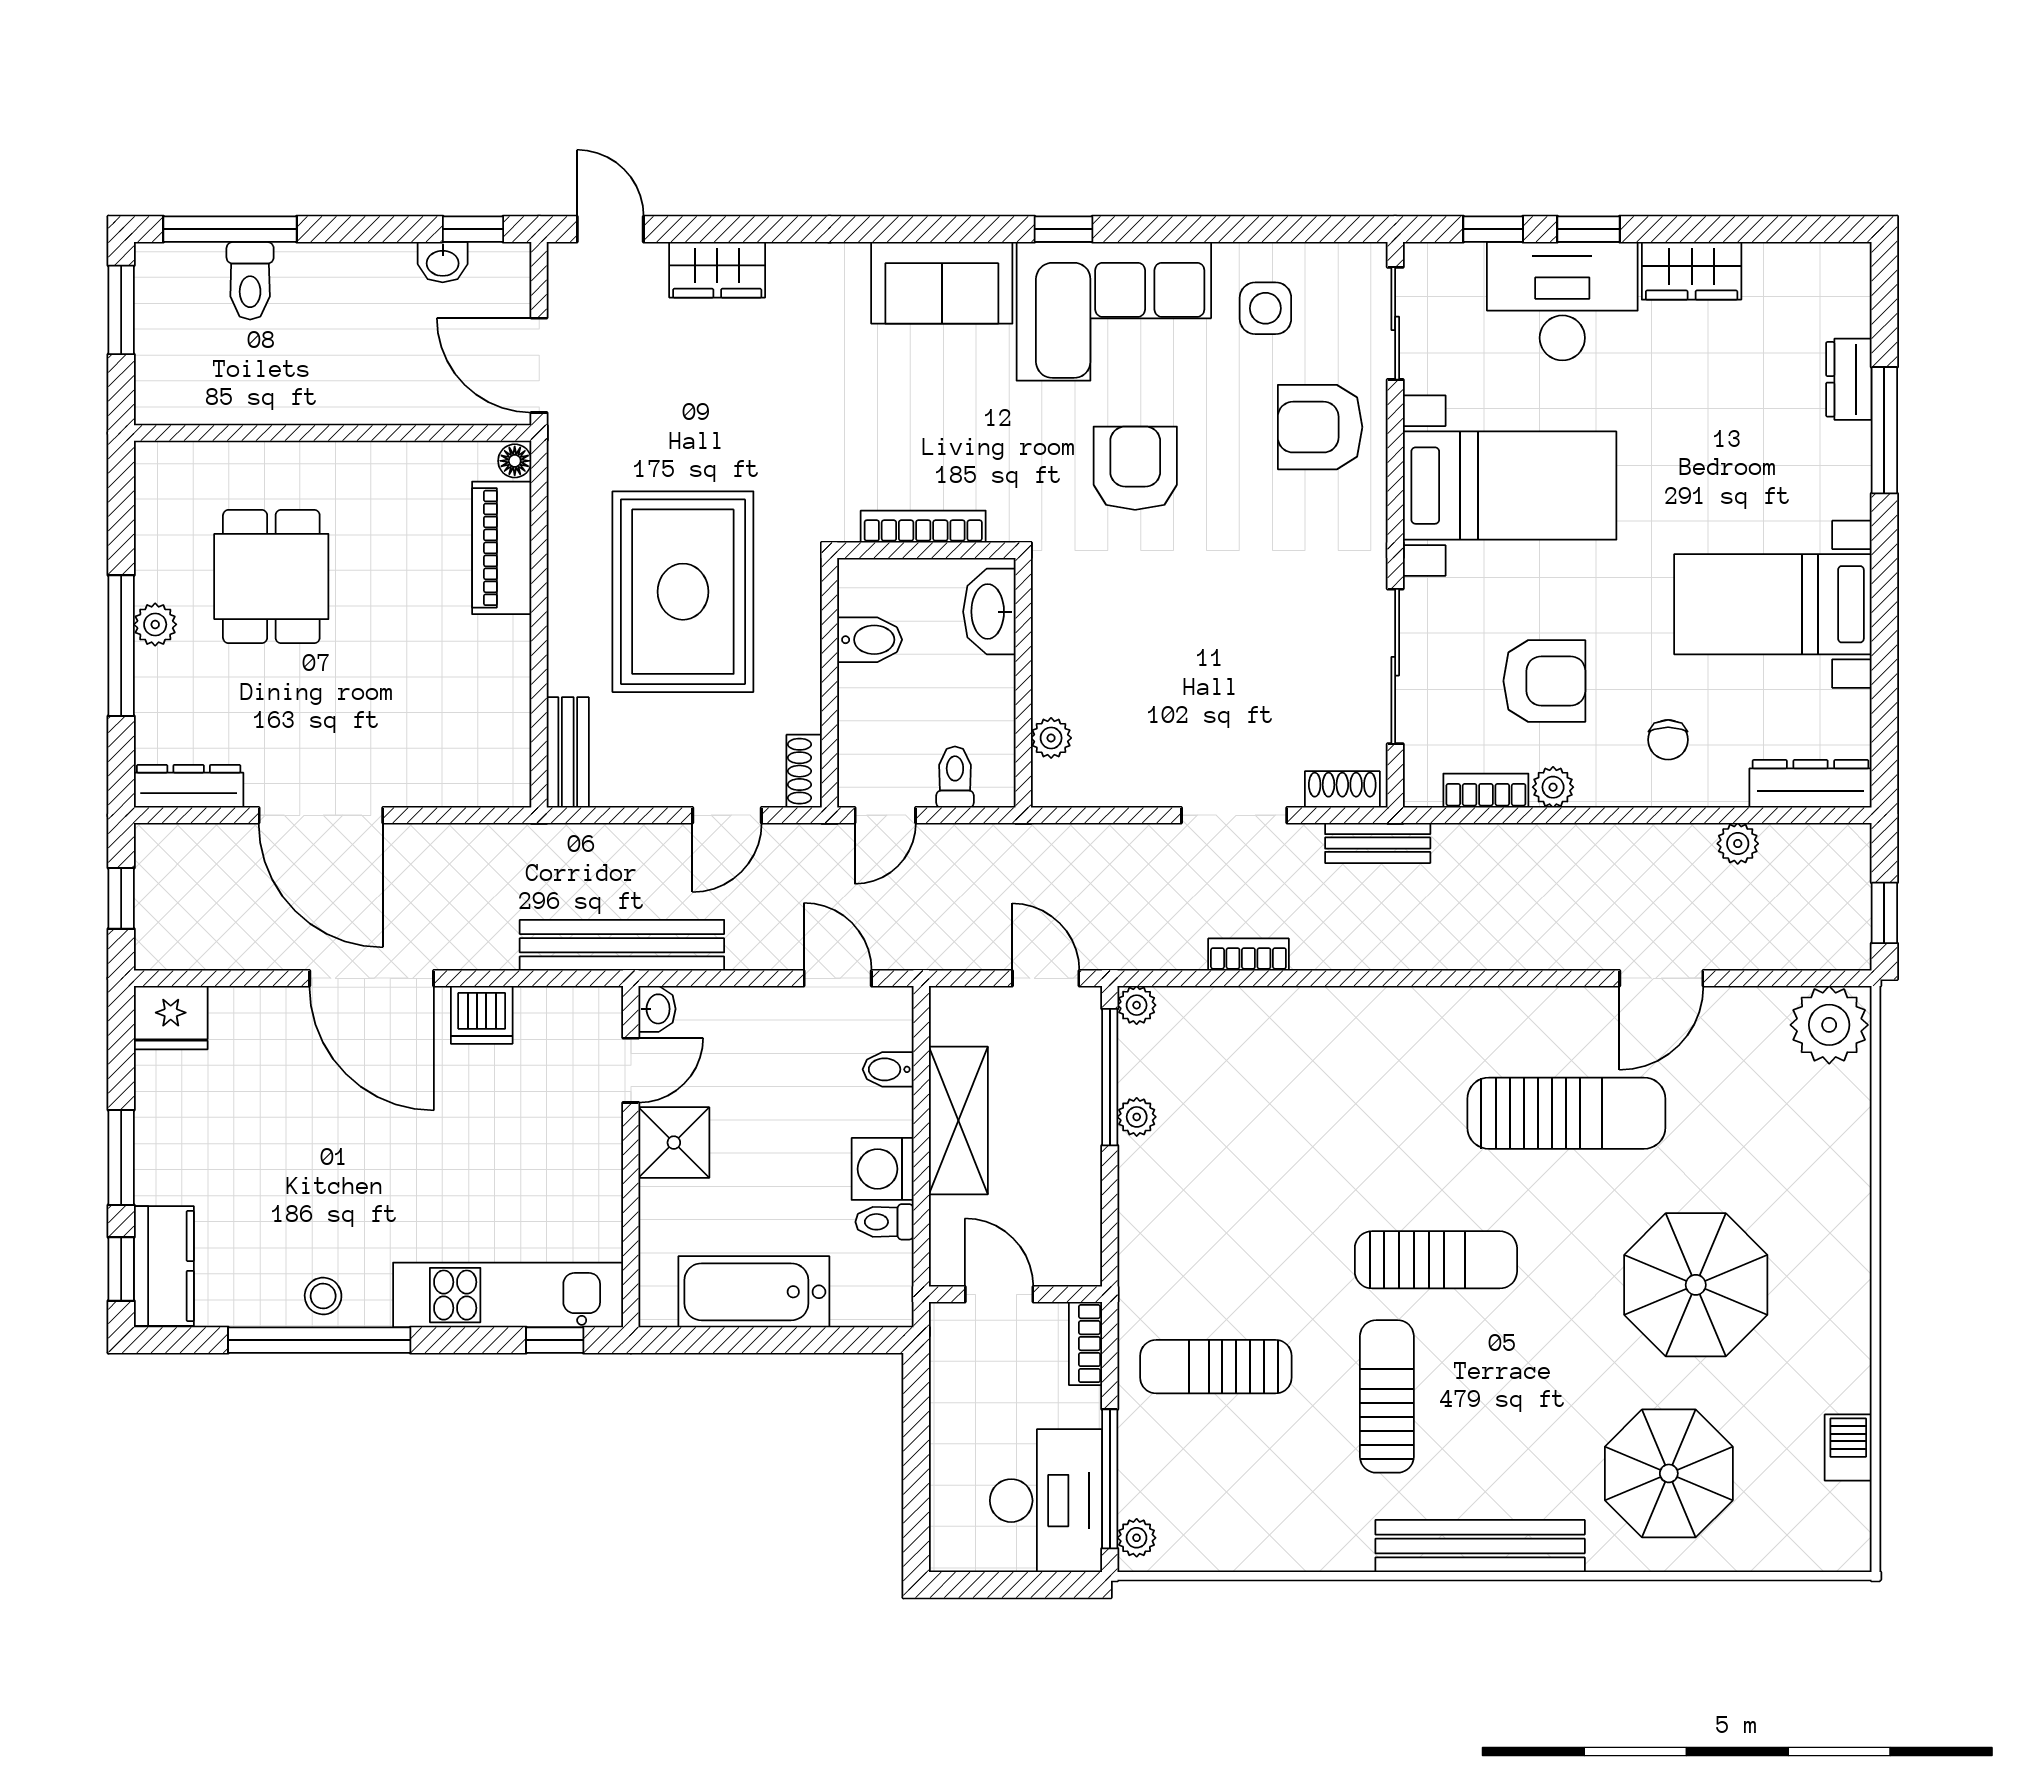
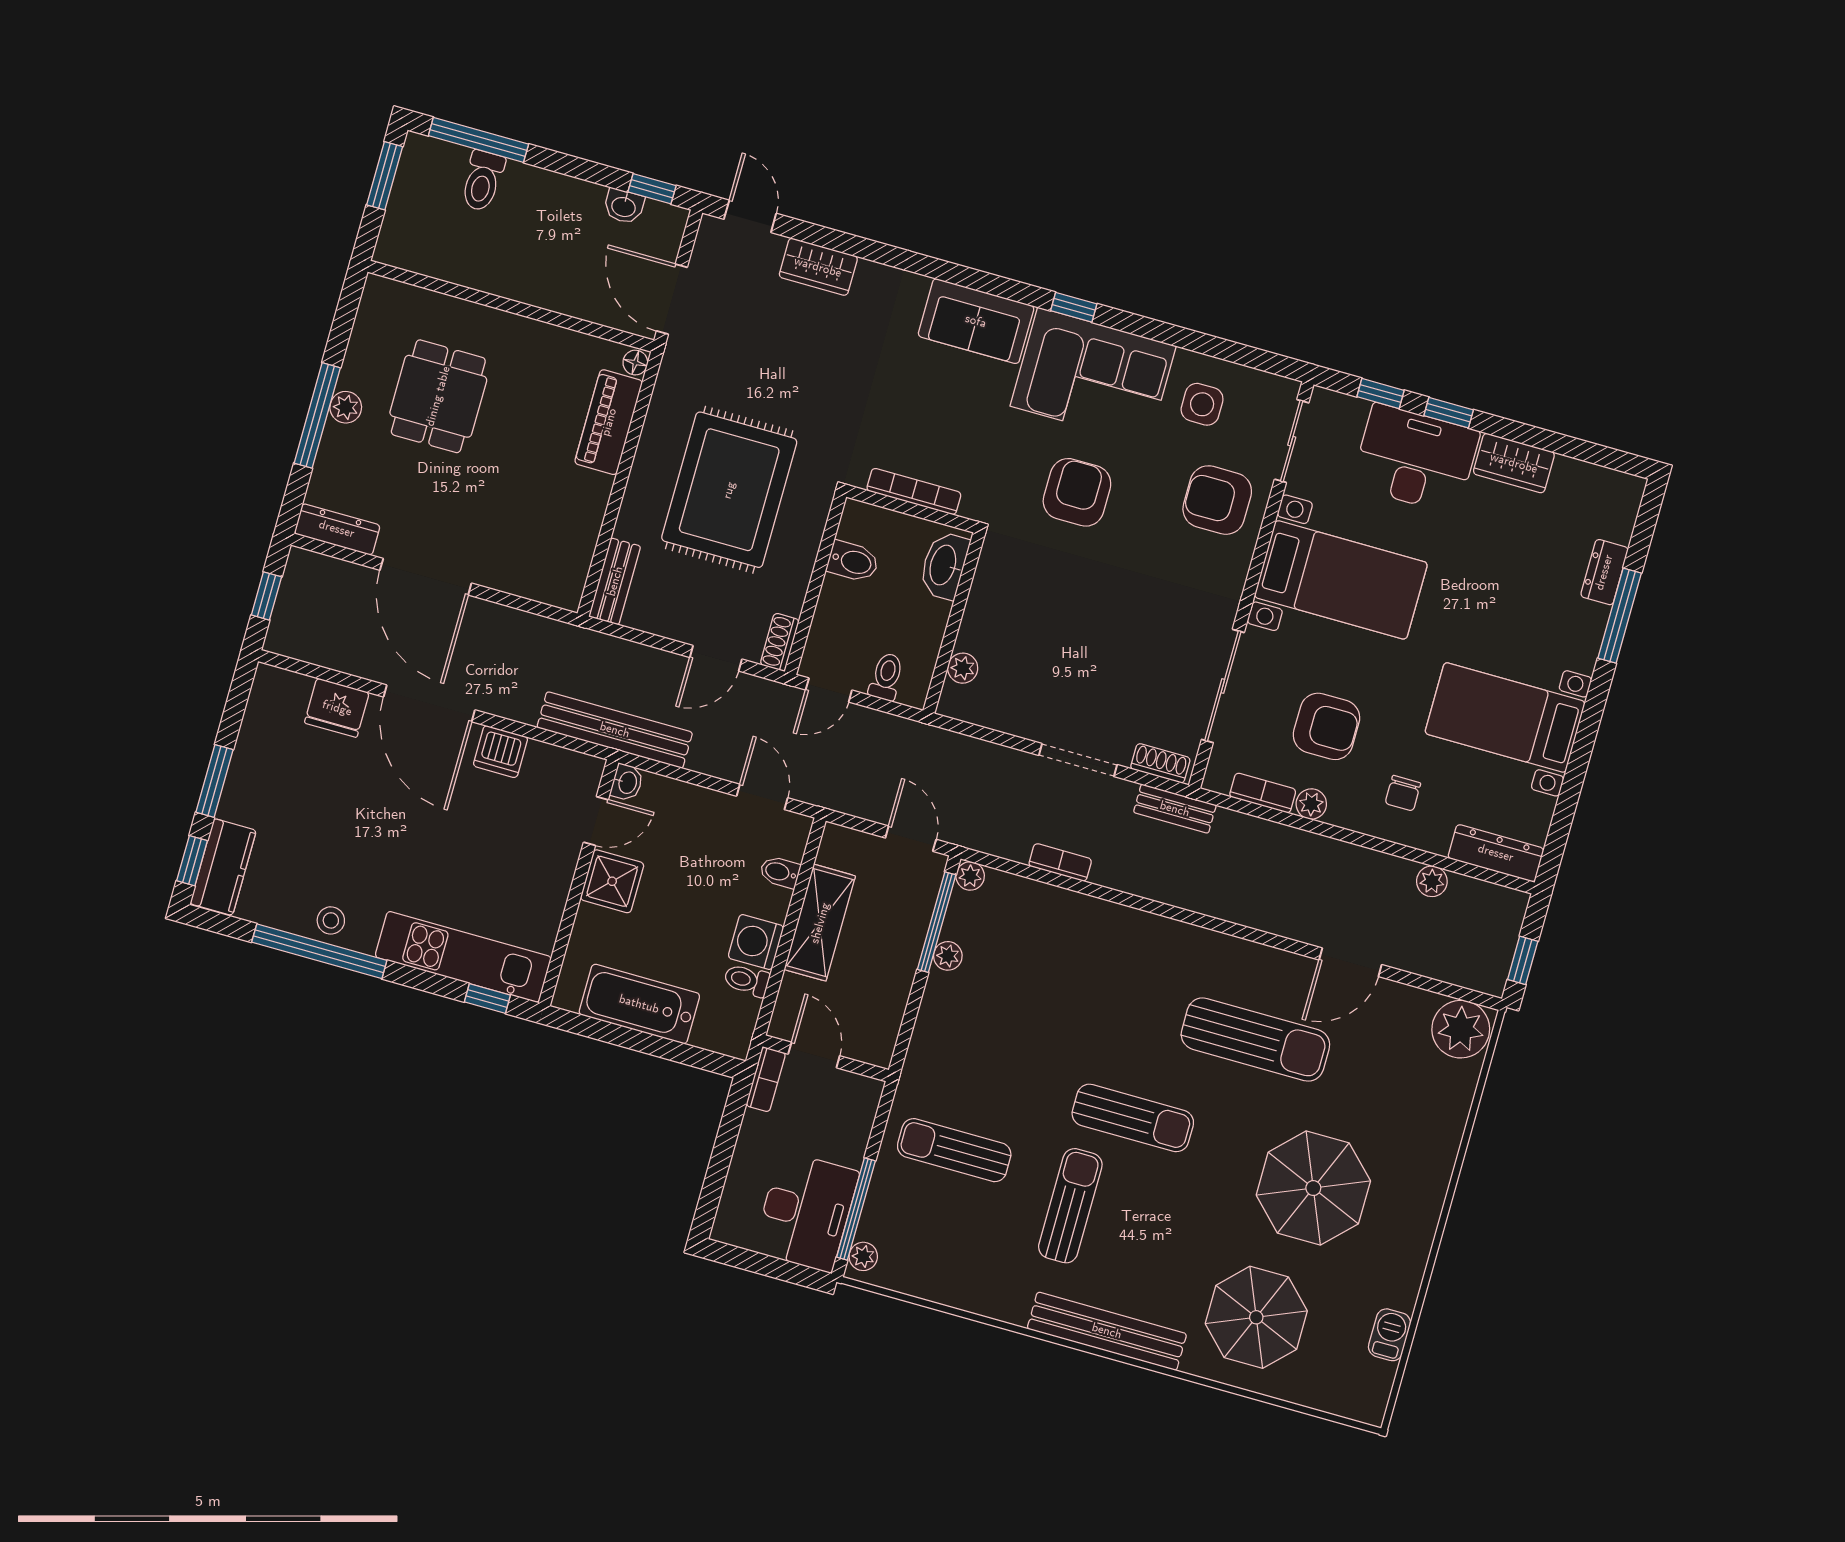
fridge: (171, 1018) -> (337, 708), moved
bookcase: (1086, 1344) -> (766, 1079), moved, turned 180

